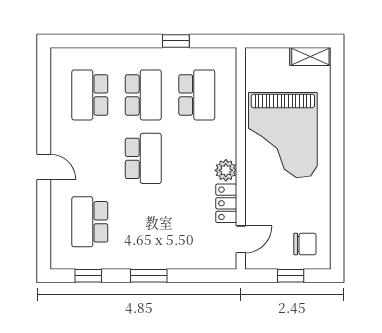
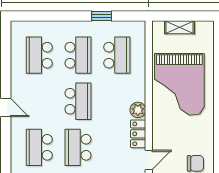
shelving: (310, 56) -> (180, 27), moved
school desk: (143, 222) -> (78, 147), added

